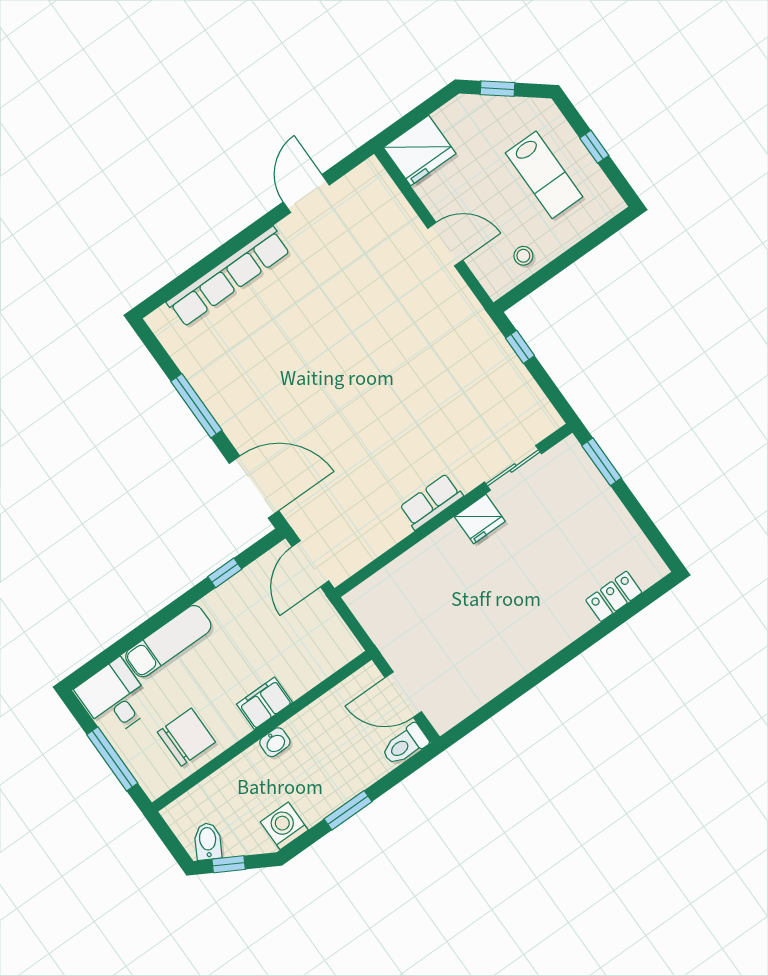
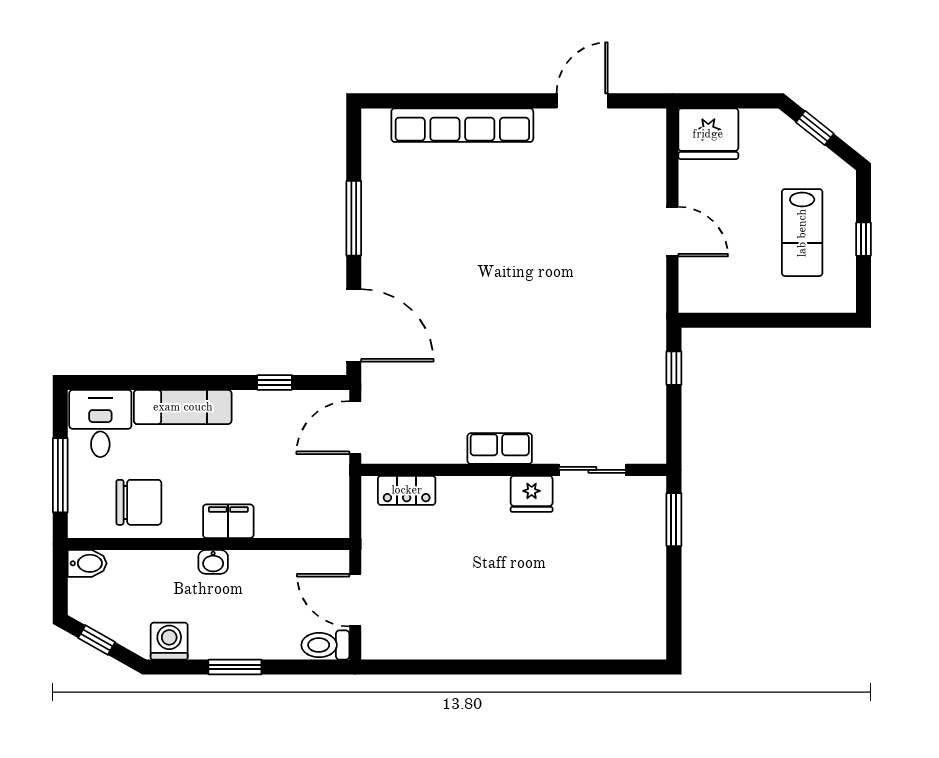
stool: (523, 256) -> (734, 290), removed
locker: (614, 596) -> (407, 490), moved, turned 180
bidet: (208, 841) -> (87, 563), moved, turned 61

